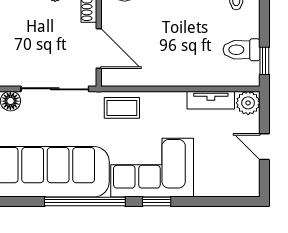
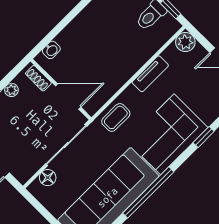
tv unit: (211, 100) -> (150, 74), moved
window: (157, 201) -> (204, 137), moved

